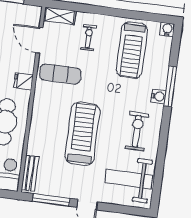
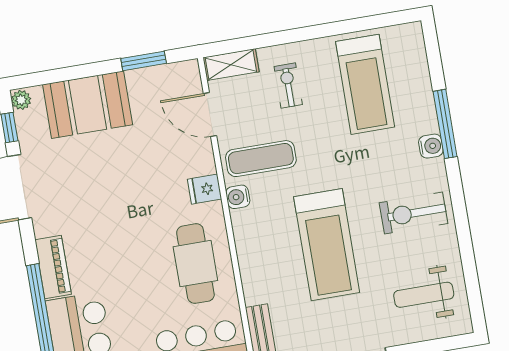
water cooler: (167, 30) -> (238, 197), moved, turned -90
exercise bike: (137, 131) -> (413, 213), turned -90
treadmill: (82, 134) -> (327, 245), turned 180
weight bench: (128, 179) -> (424, 295), width x0.73, depth x0.75

